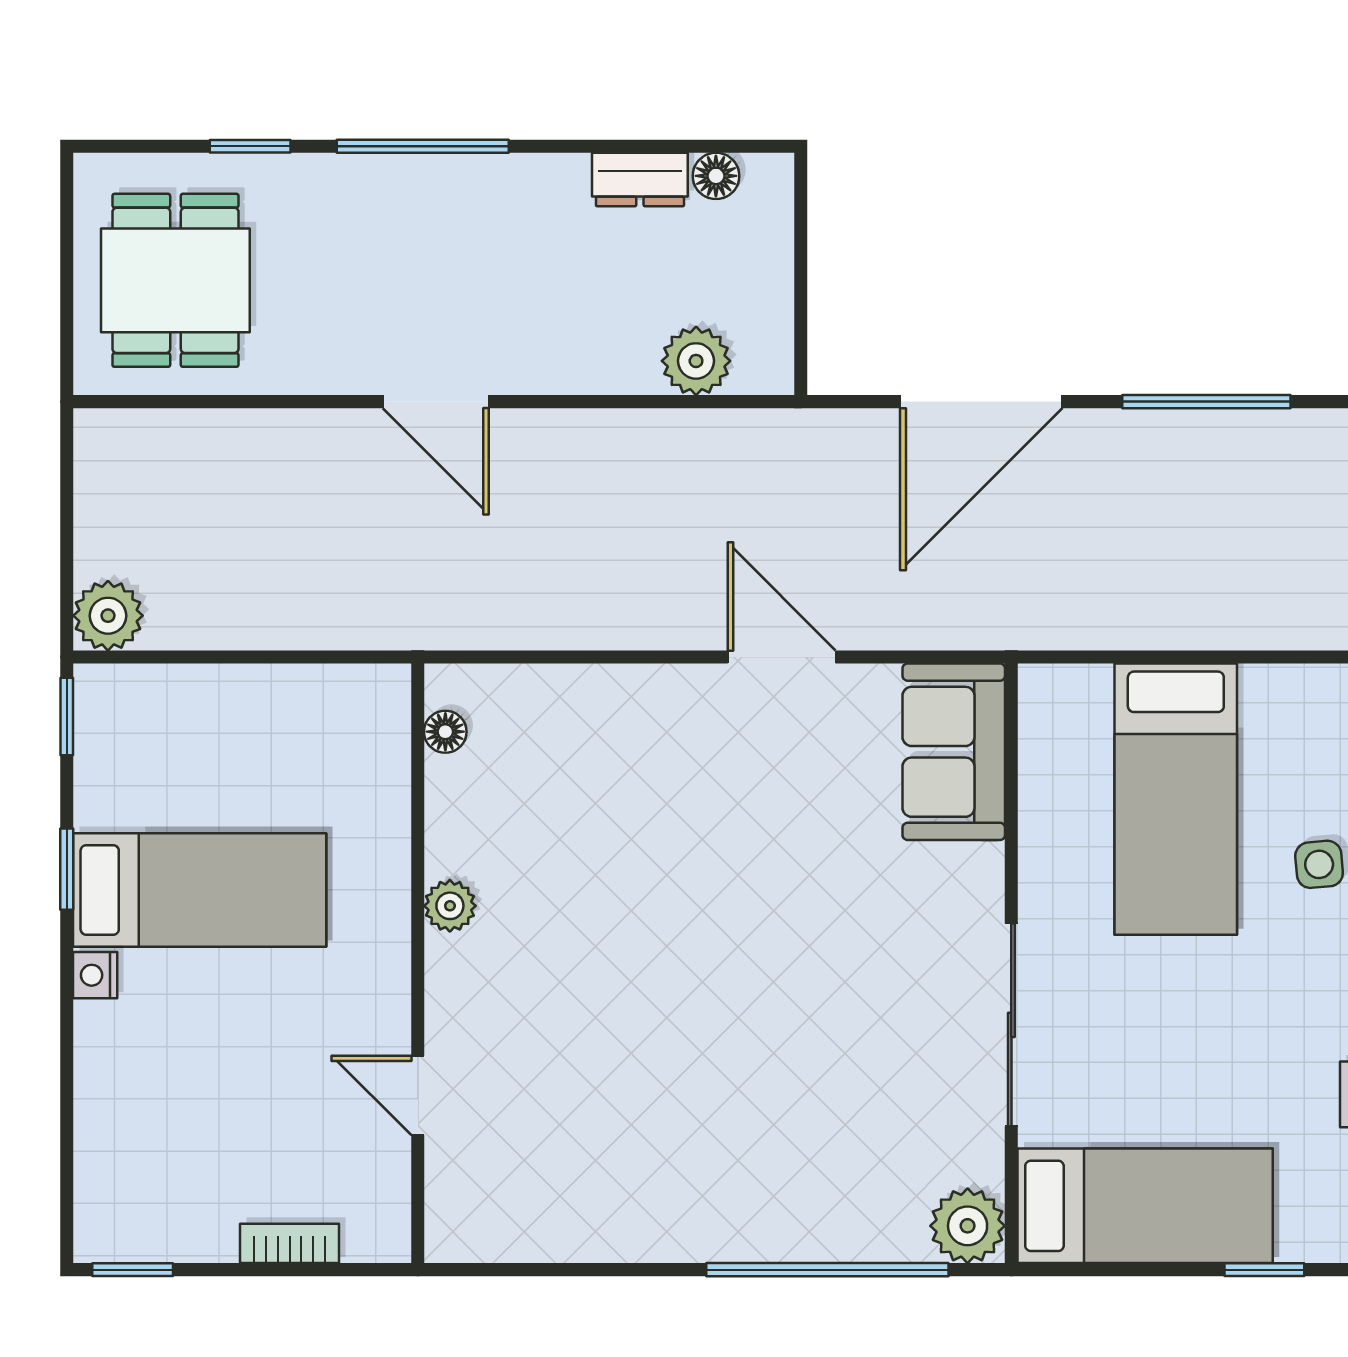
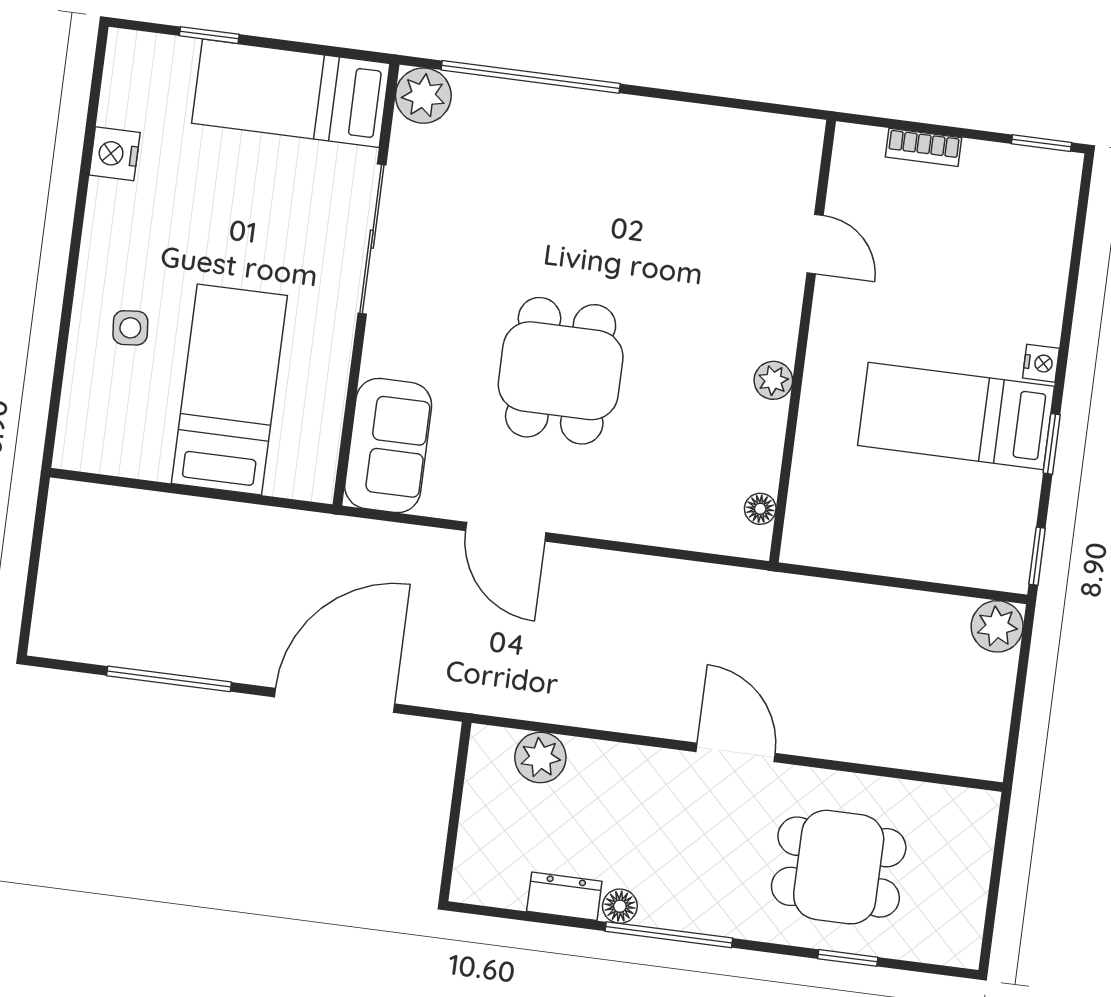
window: (423, 146) -> (669, 935), moved
floor lamp: (716, 176) -> (620, 906), moved
dining table: (175, 280) -> (839, 867), moved, turned 90
dining table: (736, 882) -> (561, 371), added

